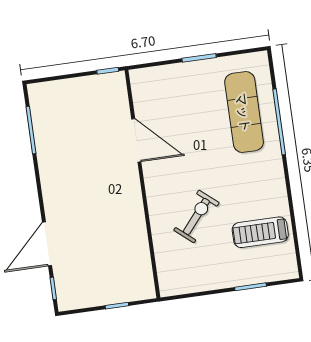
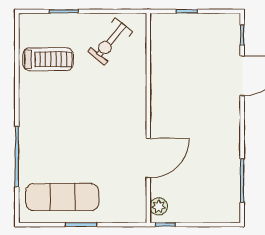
plant: (118, 90) -> (159, 206), added
exercise mat: (244, 112) -> (62, 197), moved, turned 90
door: (136, 140) -> (148, 158), swing flipped
exercise bike: (196, 216) -> (110, 42), moved

